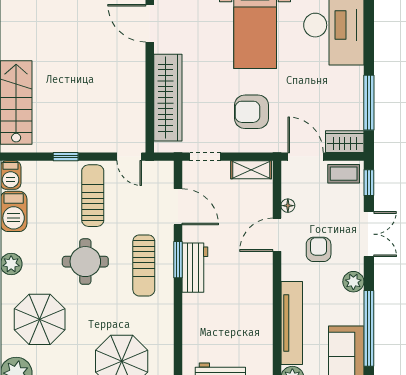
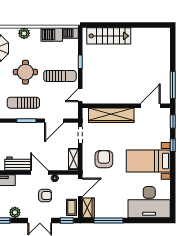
armchair: (319, 249) -> (45, 196), moved
workbench: (195, 268) -> (18, 164), moved, turned 180

